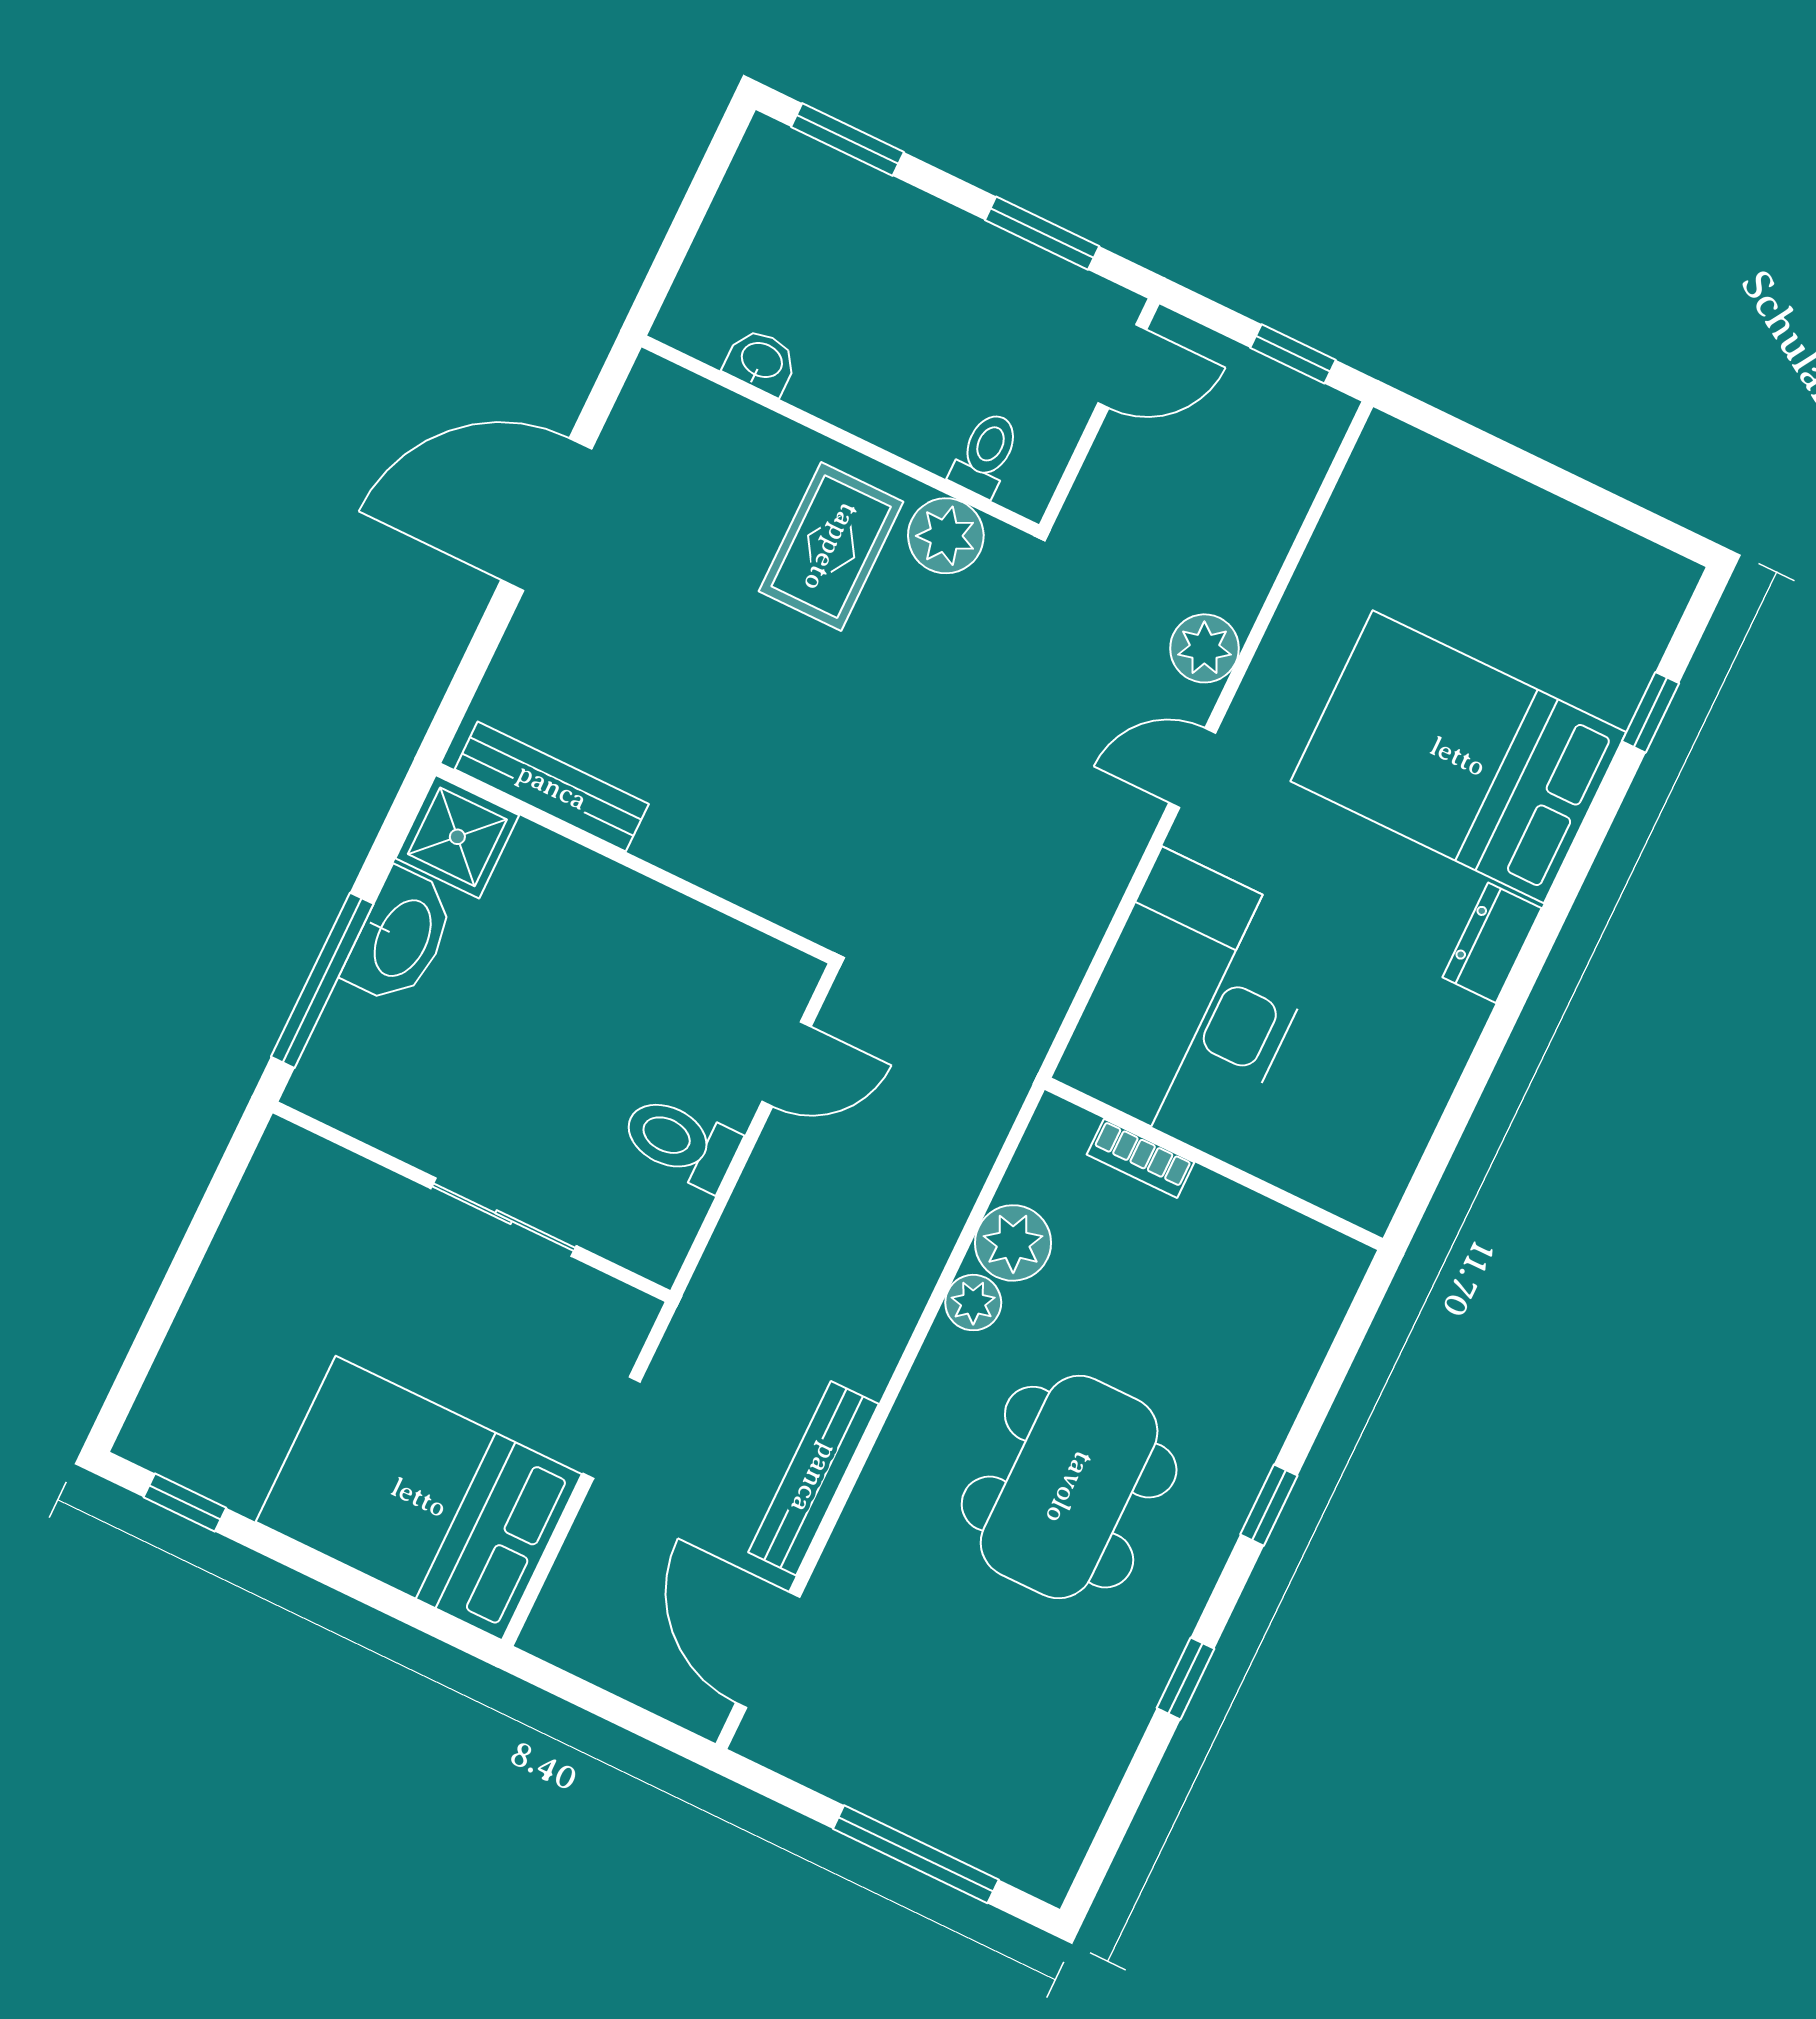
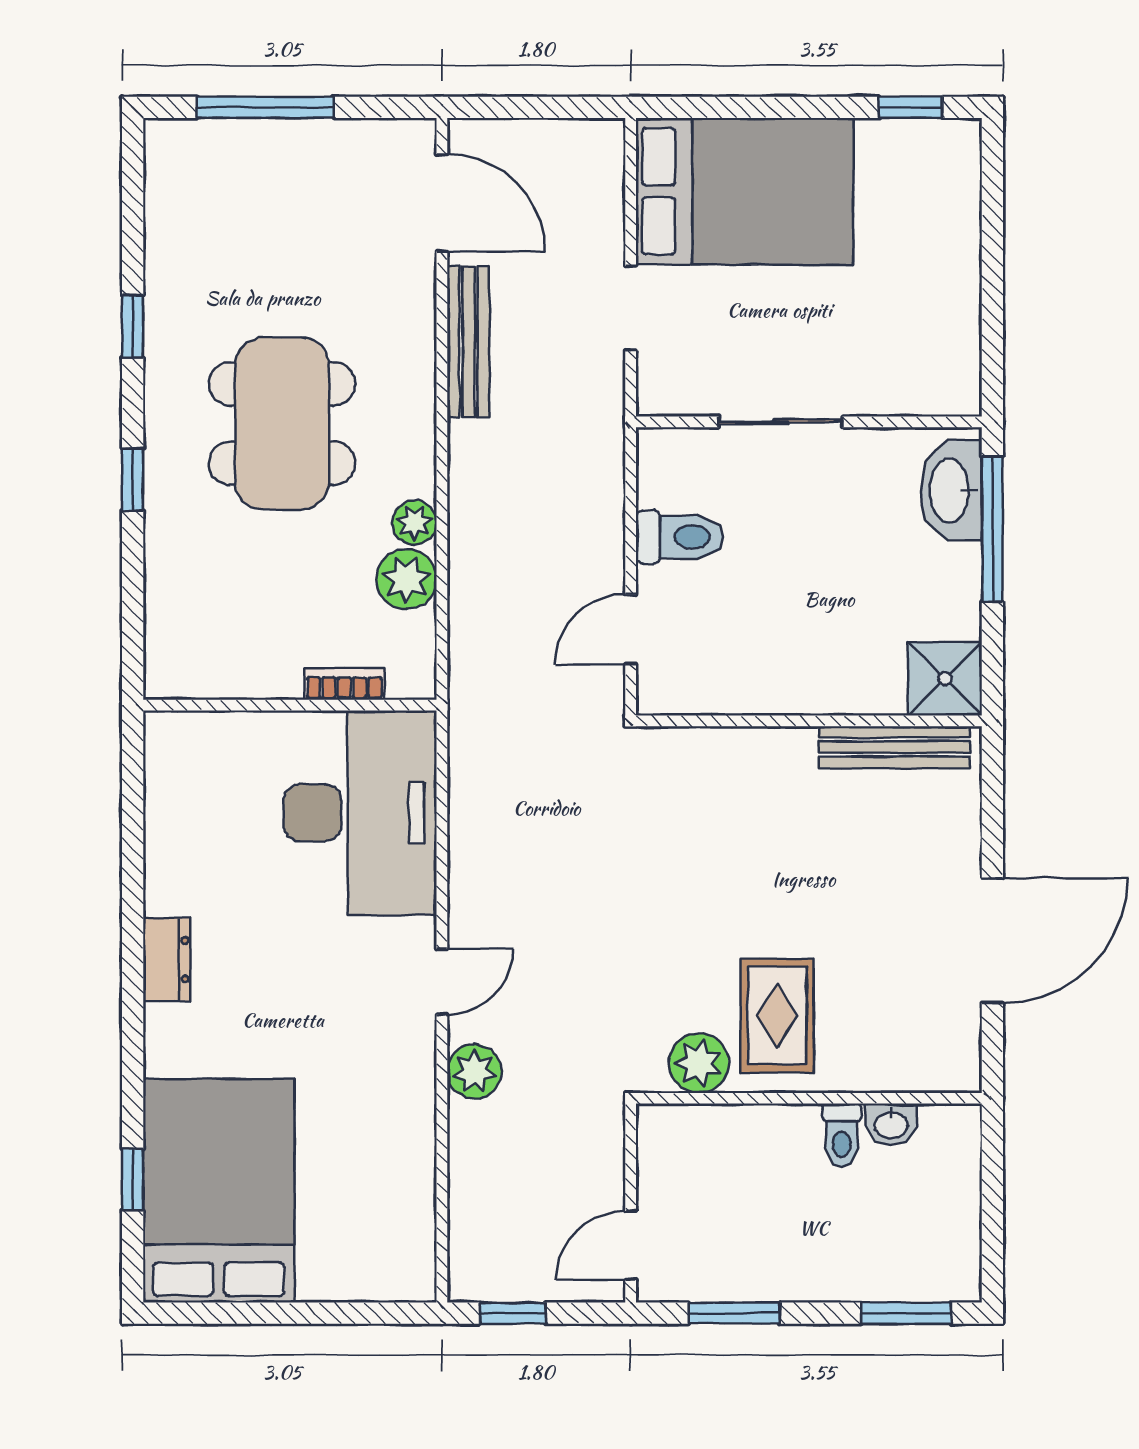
toilet: (986, 454) -> (842, 1135), moved
bed: (1458, 757) -> (219, 1191), moved, turned -90
washbasin: (401, 937) -> (951, 490), moved

